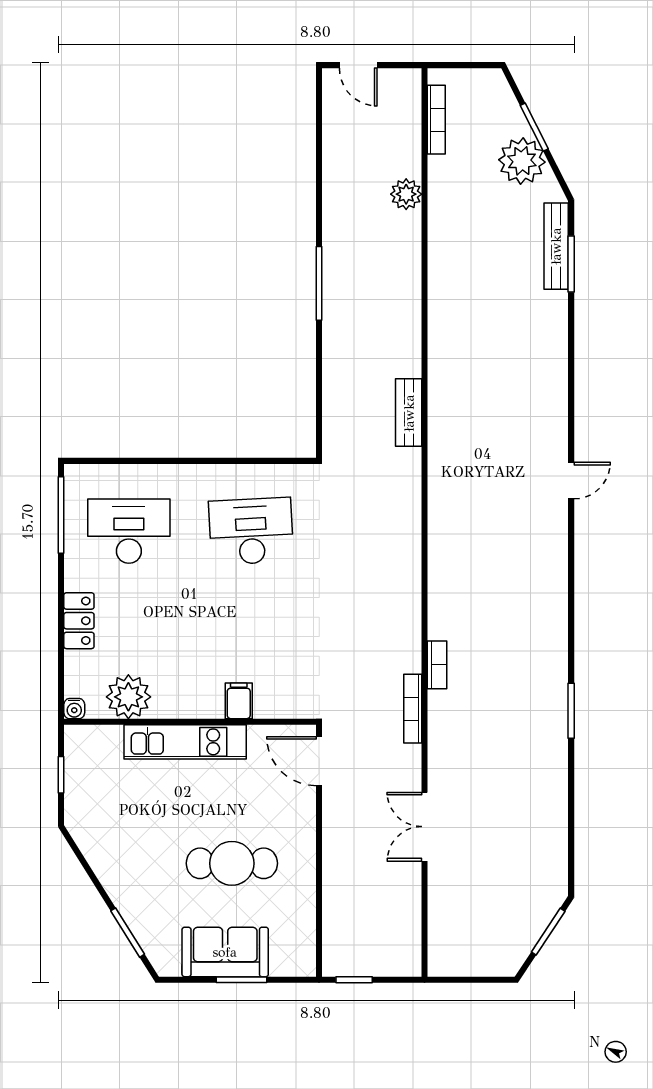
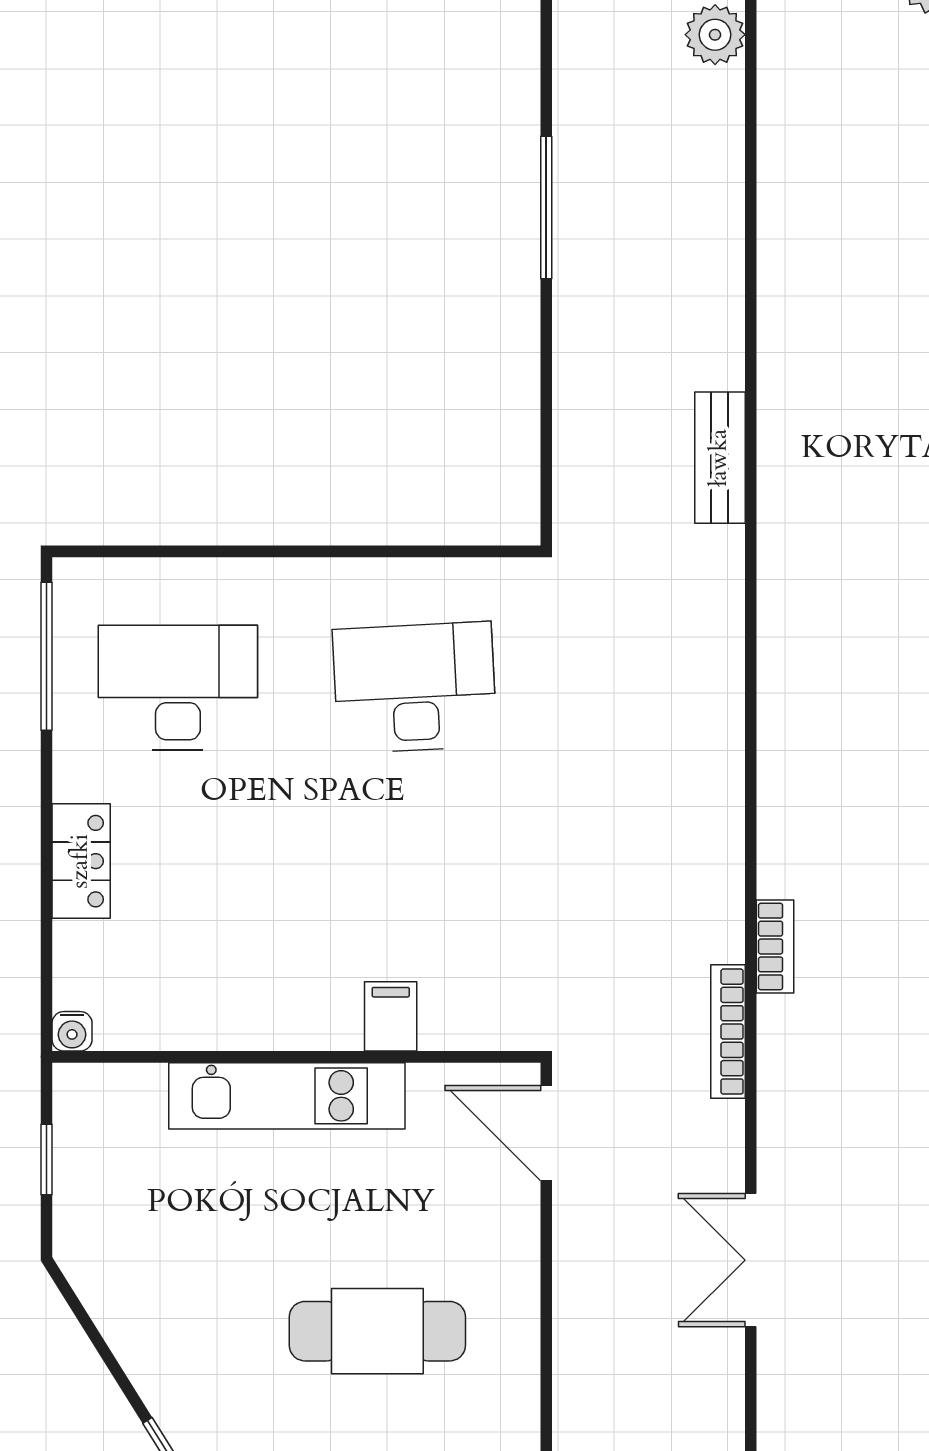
plant: (128, 697) -> (177, 1008), removed

